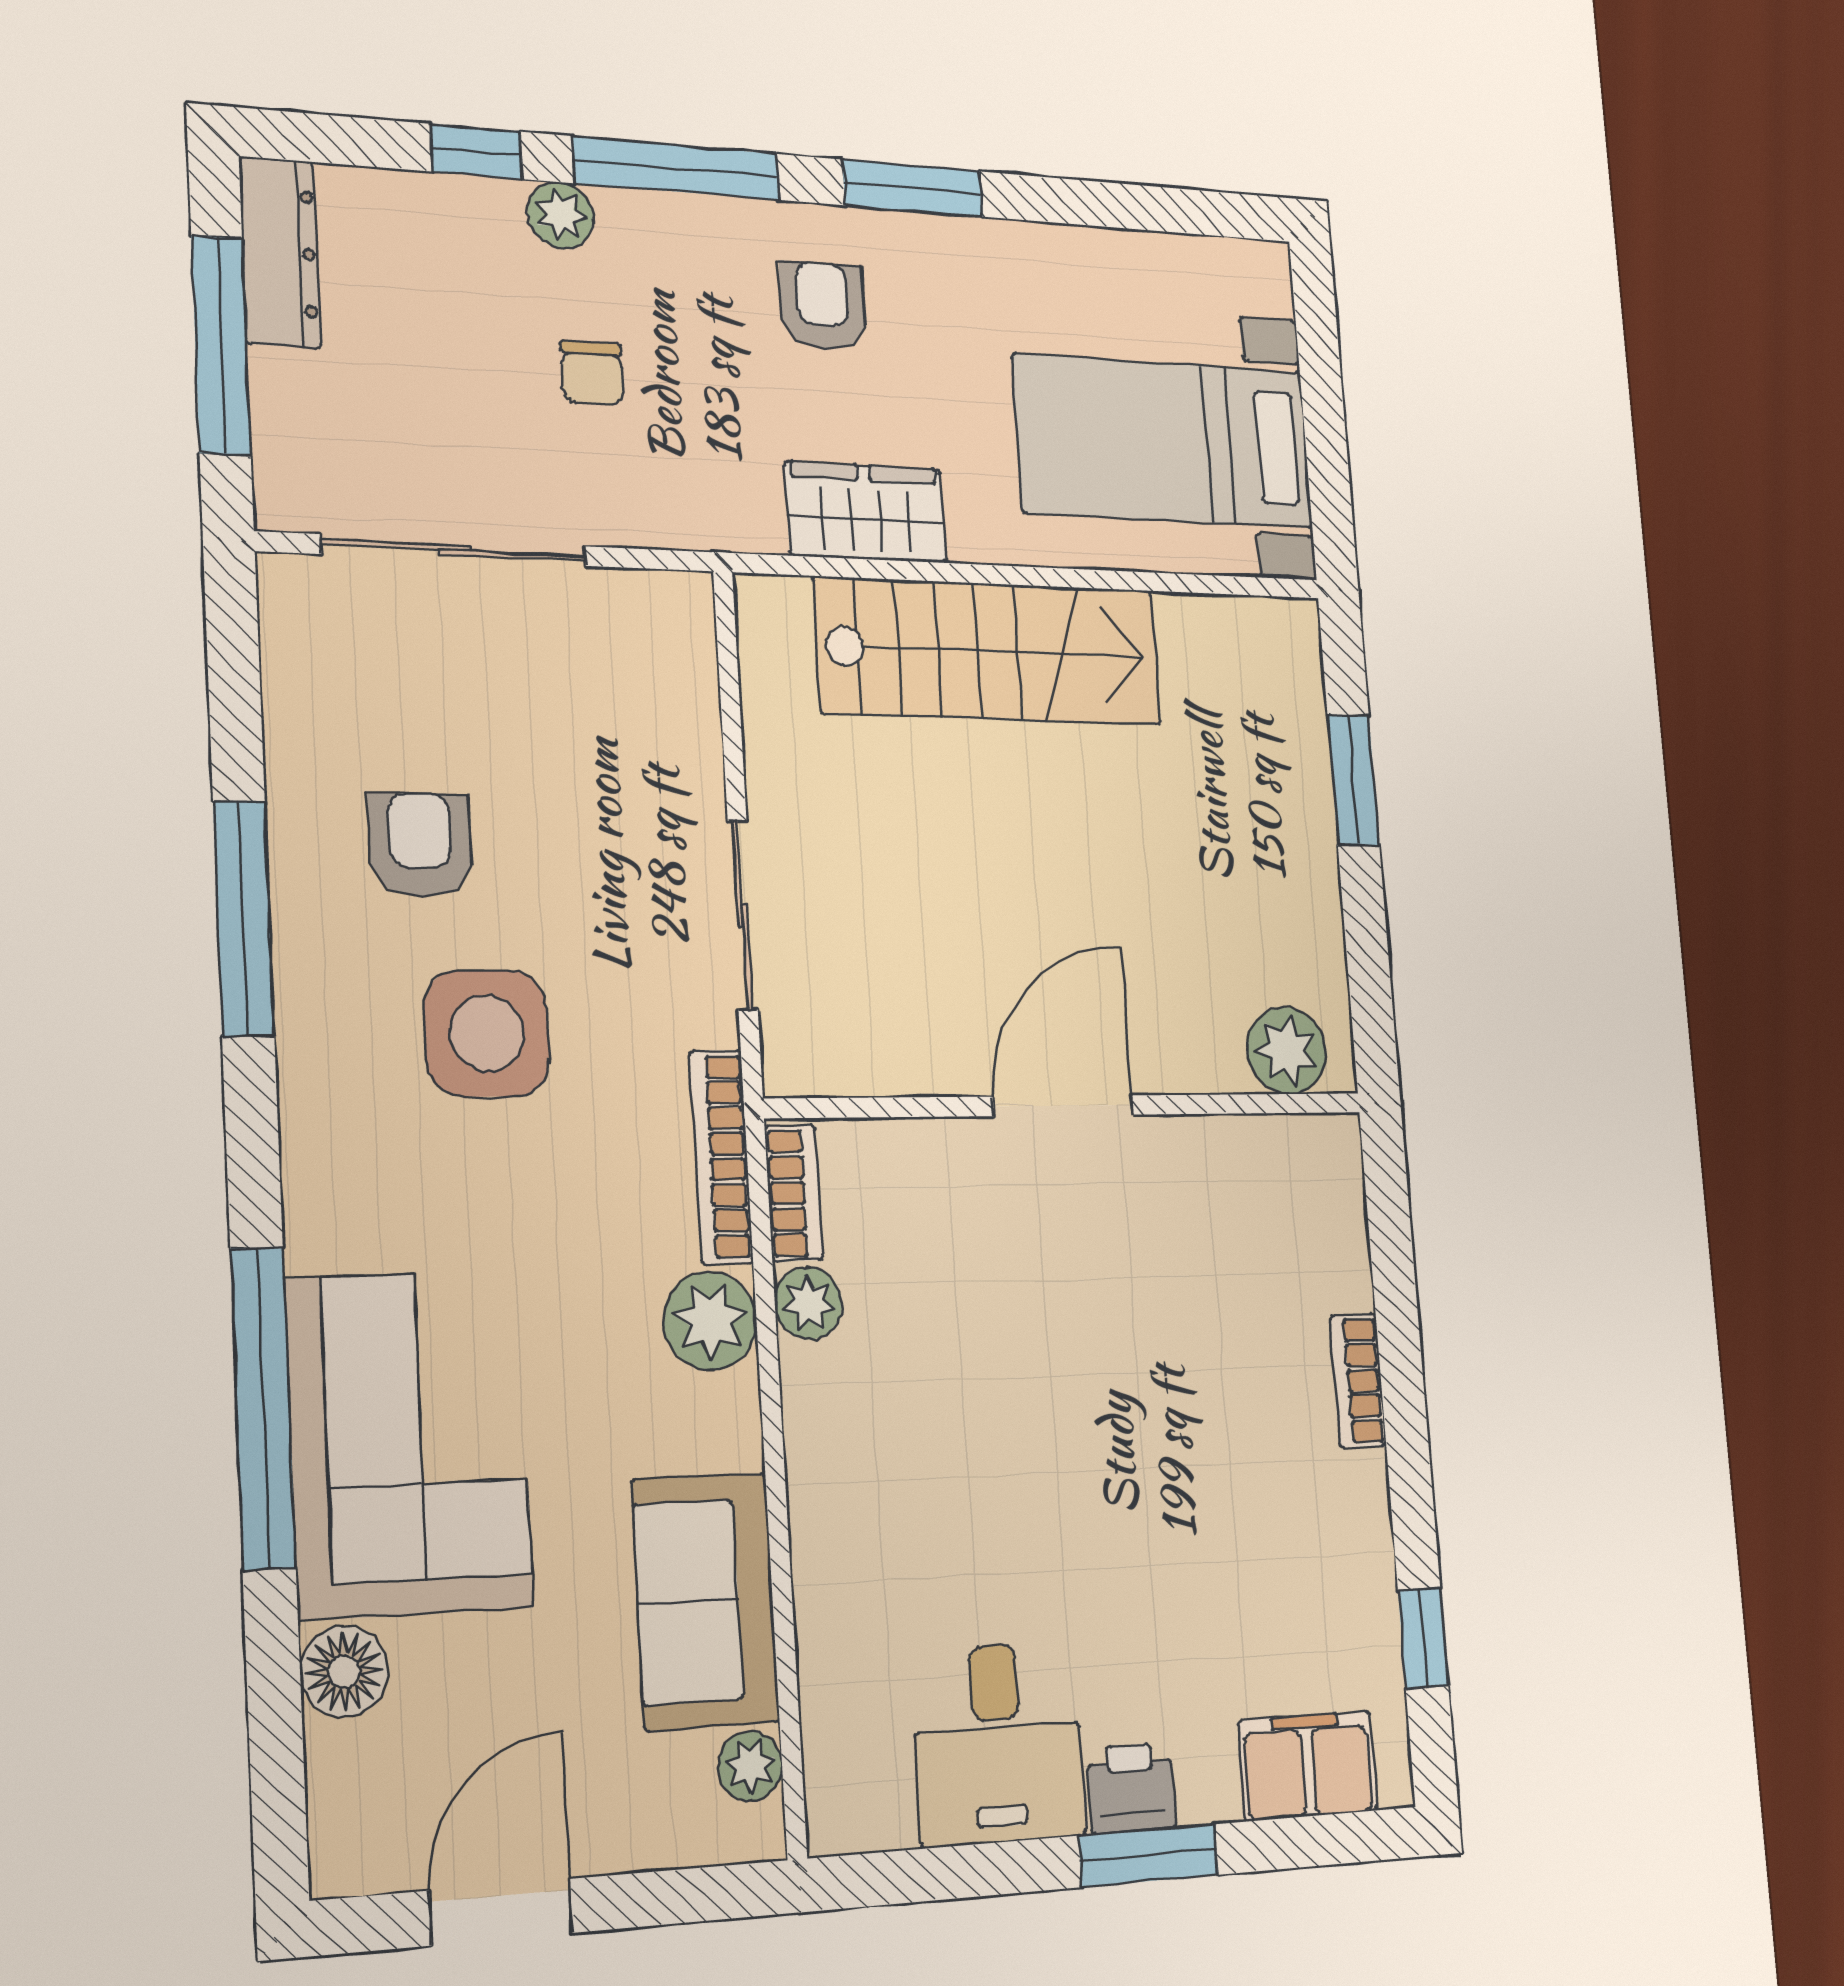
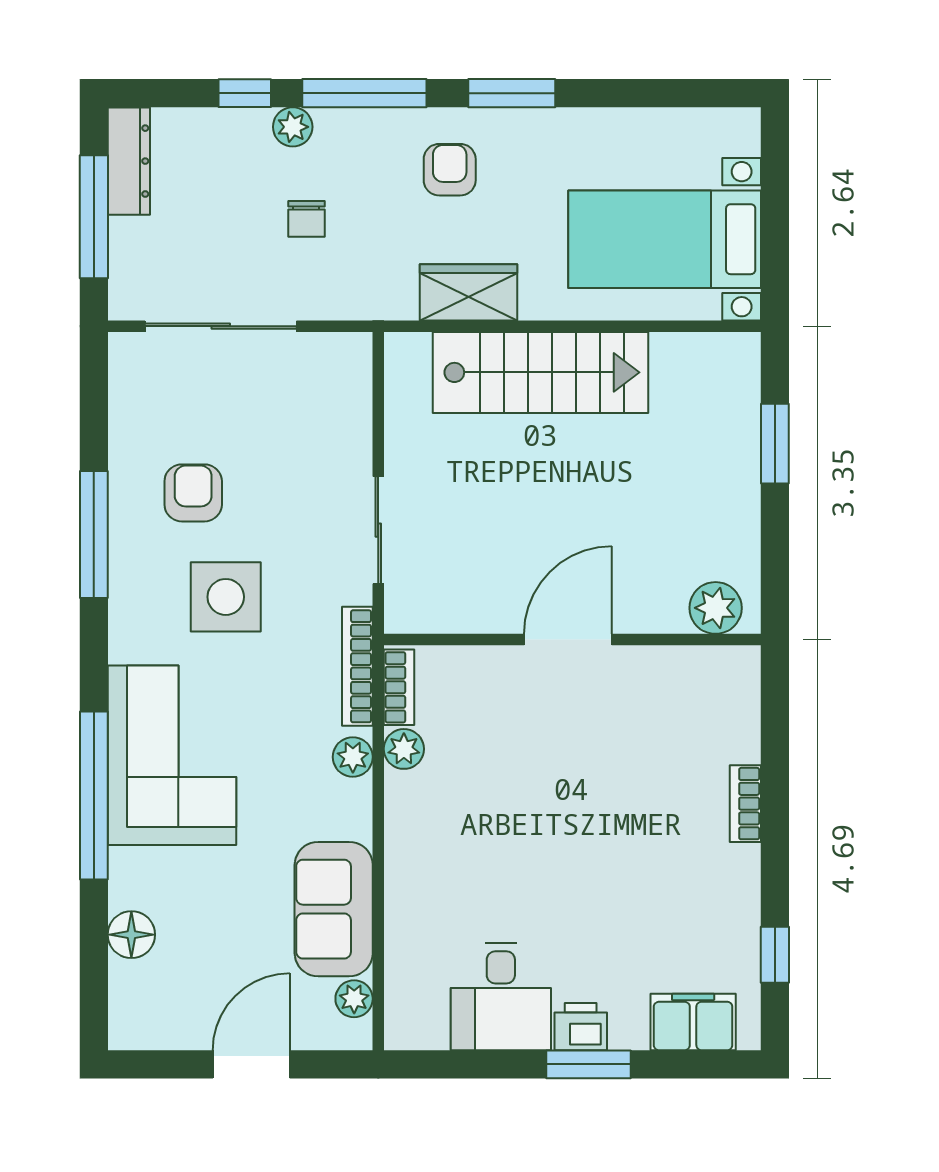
plant: (710, 1321) -> (353, 757), width x0.73, depth x0.73
corner sofa: (409, 1443) -> (172, 755), moved
door: (501, 1912) -> (251, 1064), moved

